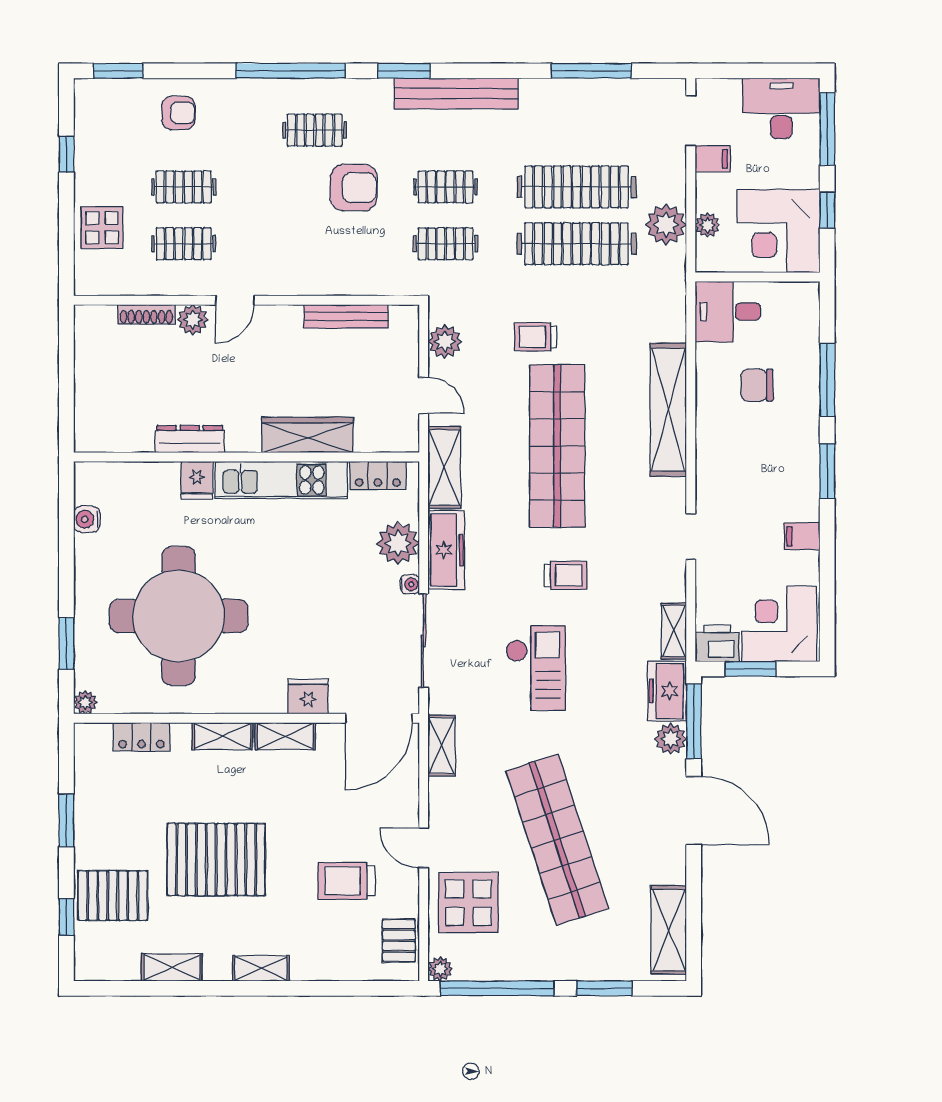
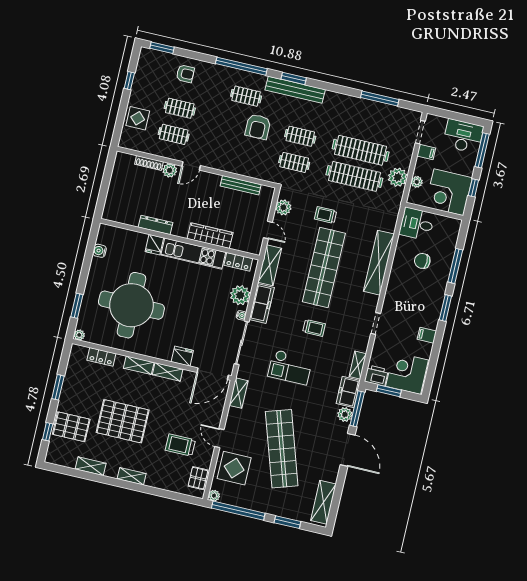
bench: (456, 93) -> (295, 90), moved
armchair: (354, 188) -> (258, 127), turned 90
checkout: (536, 668) -> (290, 367), turned 90

